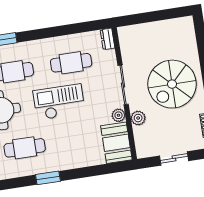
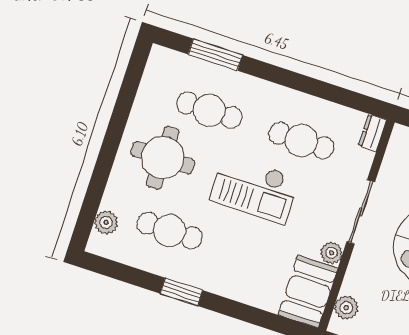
checkout: (59, 102) -> (254, 189), turned 180
plant: (138, 118) -> (346, 308), moved

